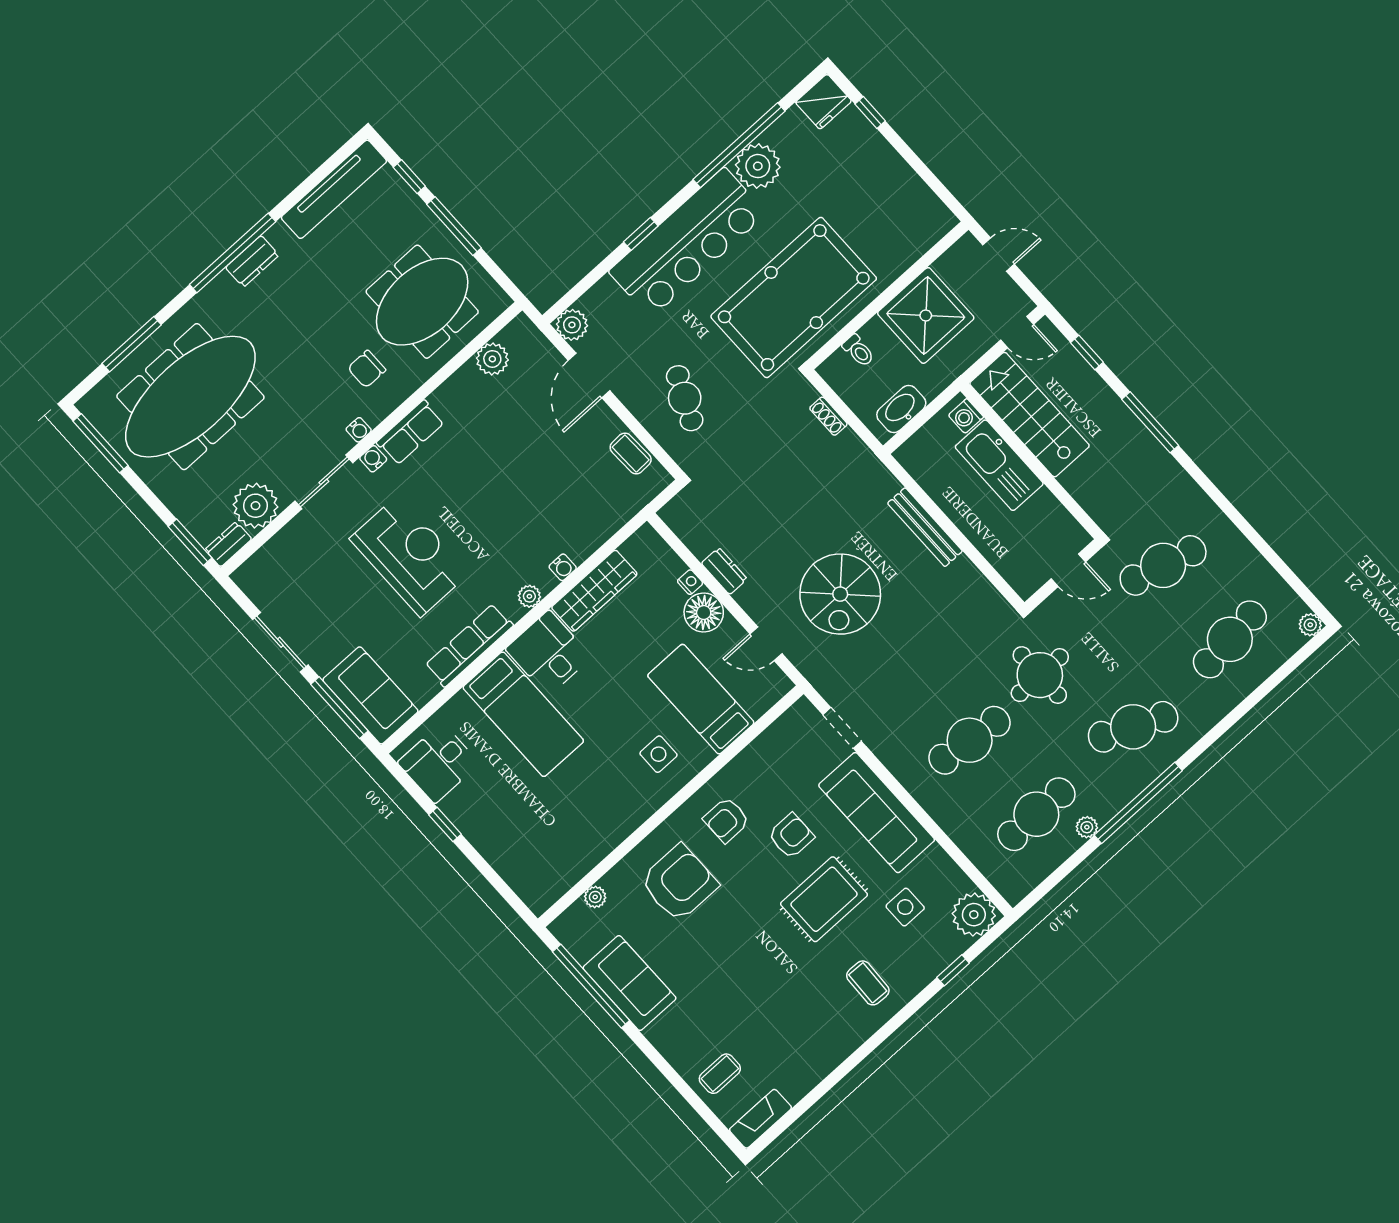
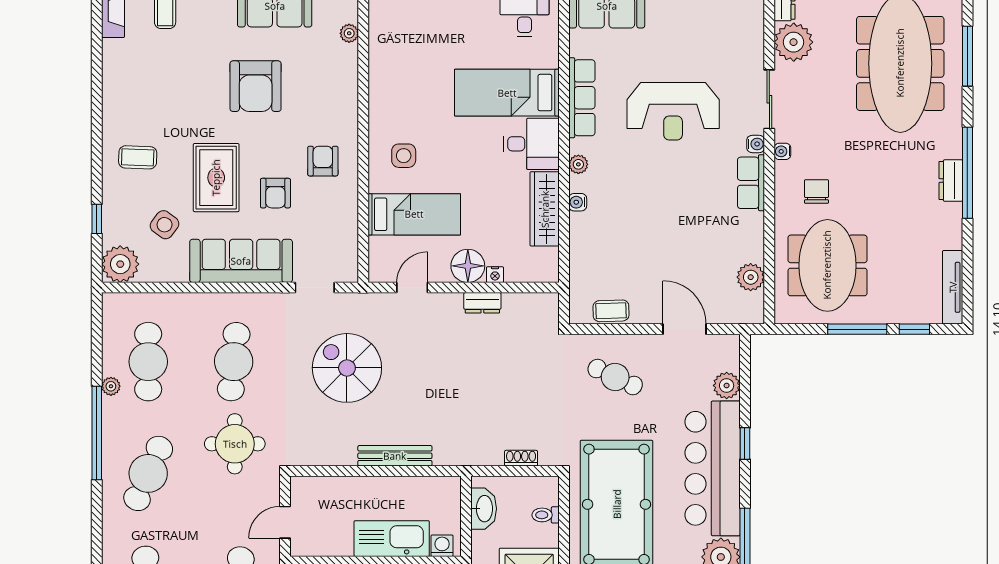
tv unit: (334, 189) -> (953, 287), width x0.73, depth x0.78
plant: (572, 325) -> (727, 385), moved
spiral stairs: (840, 594) -> (347, 368), moved
armchair: (679, 883) -> (256, 86), moved
side table: (905, 907) -> (165, 225), turned 37

